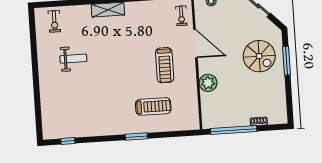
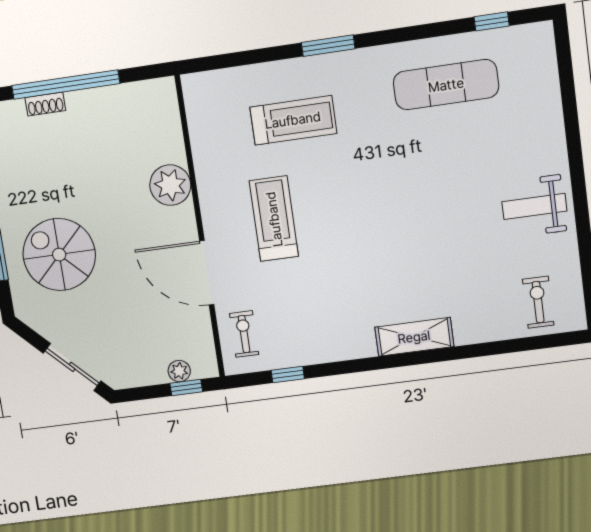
weight bench: (73, 59) -> (534, 206), moved
treadmill: (153, 106) -> (293, 120), turned 180
exercise mat: (88, 116) -> (446, 85), added
window: (234, 130) -> (66, 84), moved

